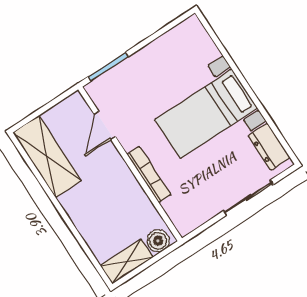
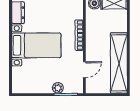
plant: (128, 69) -> (58, 88), added
shelving: (47, 157) -> (119, 63), width x1.47

